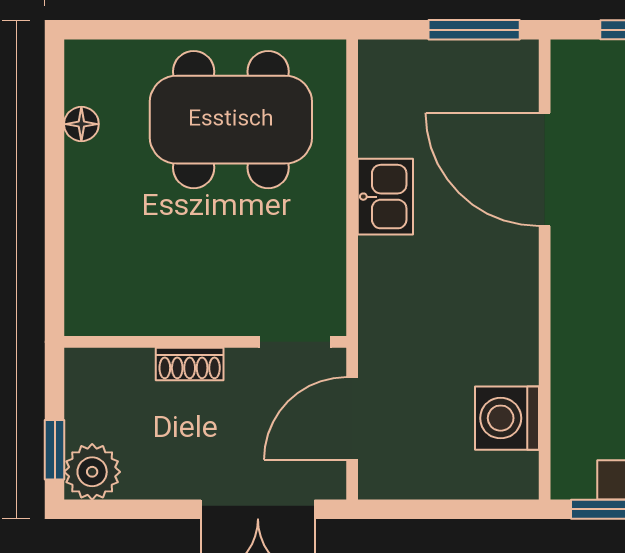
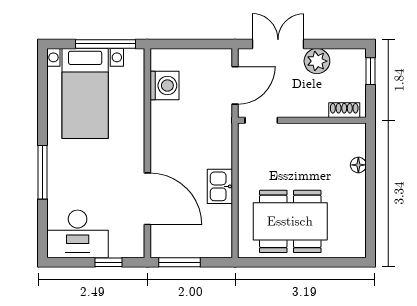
floor lamp: (81, 124) -> (358, 165), moved
shoe rack: (190, 364) -> (344, 110), moved
plant: (92, 472) -> (317, 61), moved

